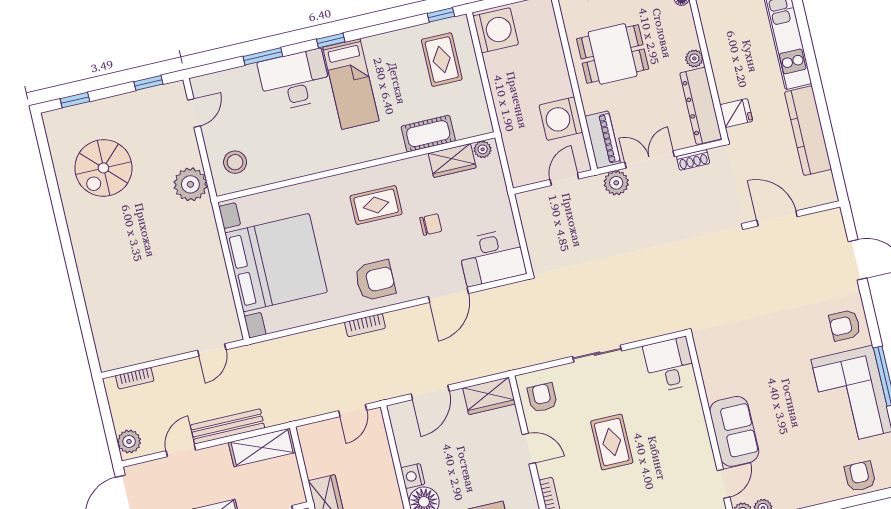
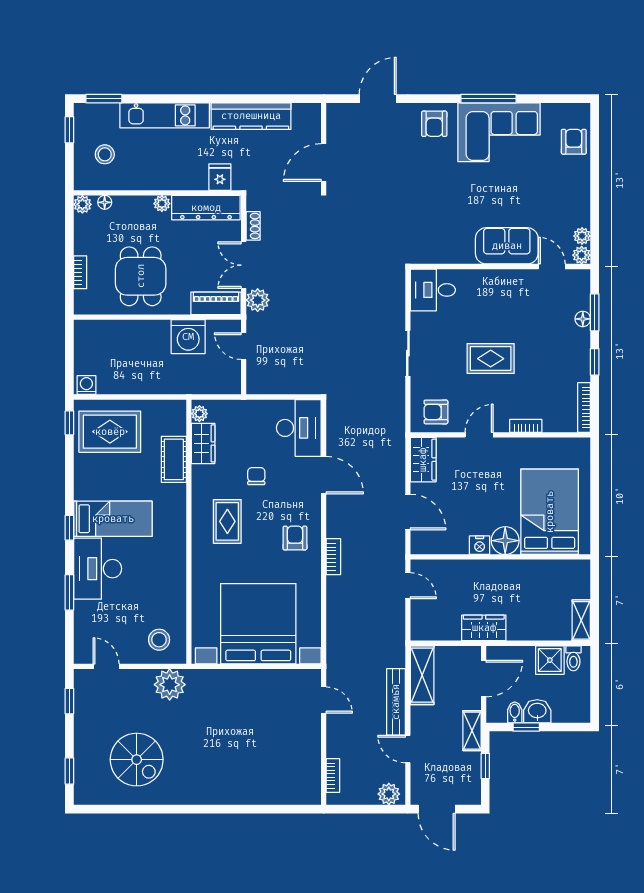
washing machine: (496, 30) -> (86, 385), width x0.53, depth x0.53
rug: (442, 60) -> (110, 432), width x1.36, depth x1.43
armchair: (375, 280) -> (295, 538), width x0.72, depth x0.72
armchair: (860, 476) -> (574, 142), turned 90

